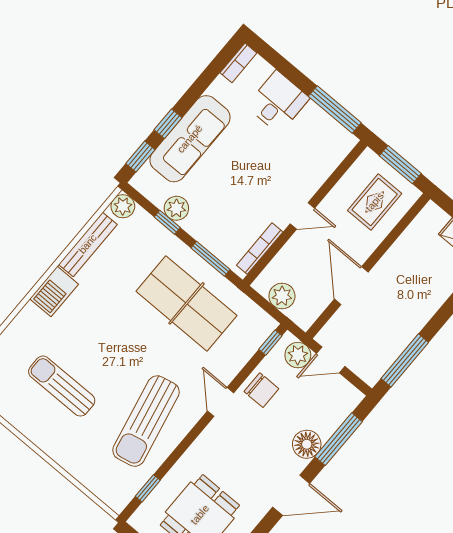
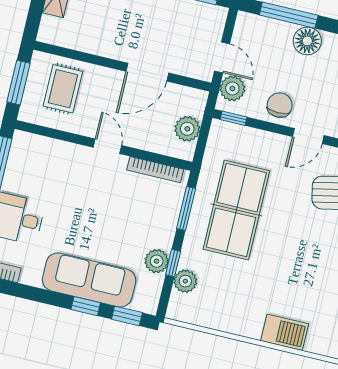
rug: (375, 202) -> (63, 89), turned 90
plant: (123, 206) -> (185, 281), moved
bench: (88, 244) -> (228, 323), removed

